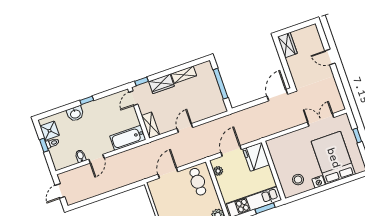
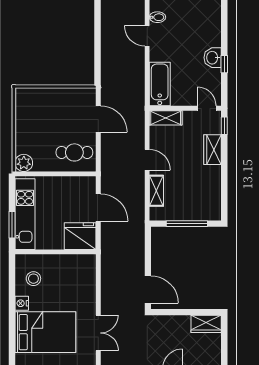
shelving: (184, 75) -> (156, 191), moved
window: (87, 100) -> (224, 64), moved
washbasin: (75, 114) -> (213, 58), moved
plant: (218, 171) -> (79, 183), removed

